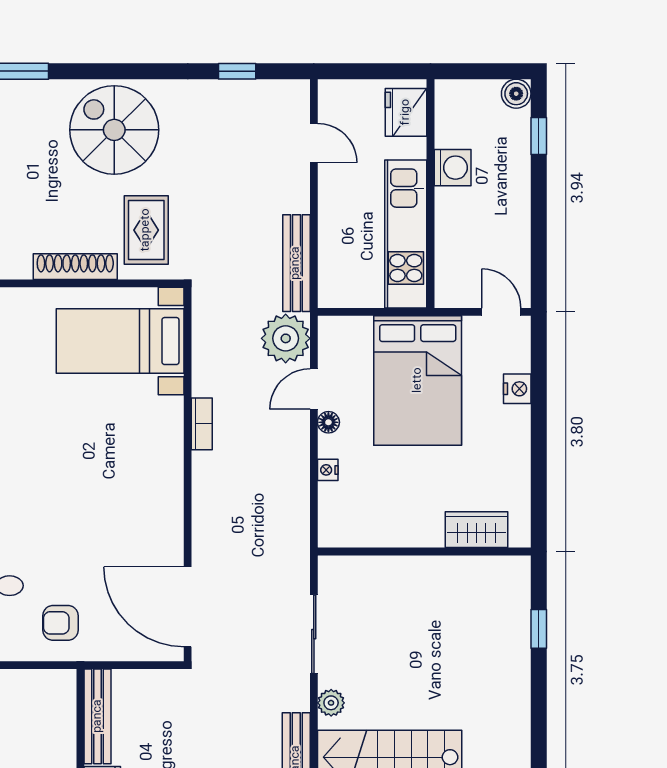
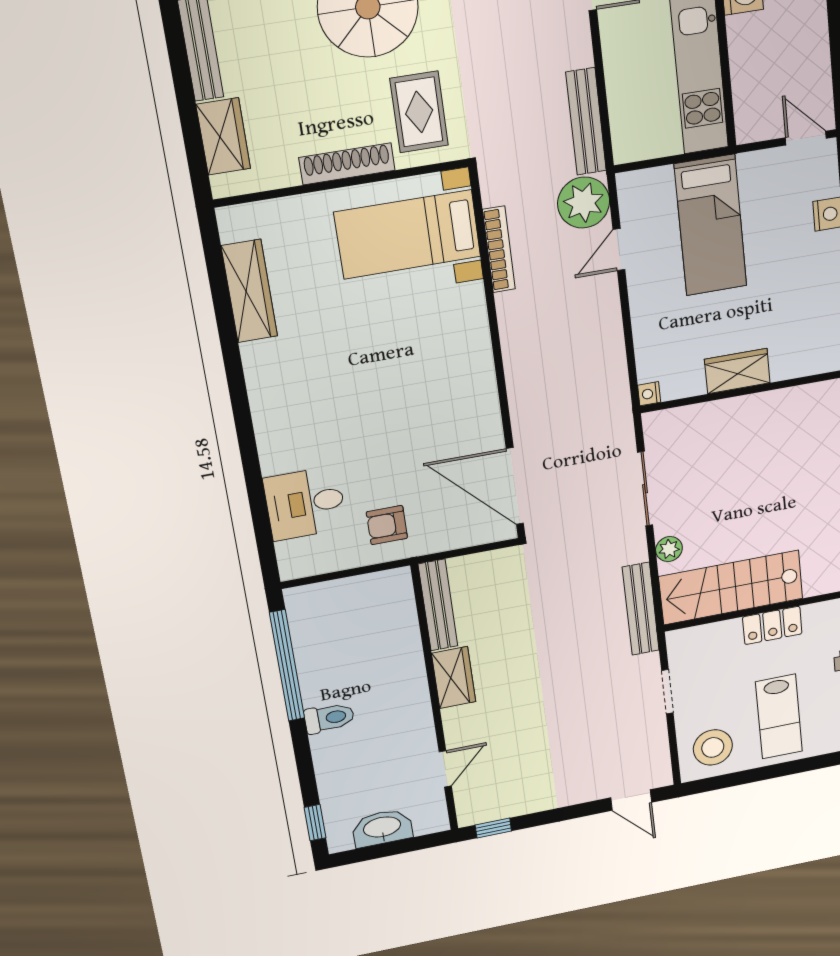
bed: (418, 380) -> (711, 225), width x0.67
floor lamp: (328, 422) -> (638, 281), removed
bookcase: (202, 424) -> (499, 249), moved, width x1.56
nightstand: (328, 470) -> (649, 394), moved
wardrobe: (477, 530) -> (737, 371), moved

